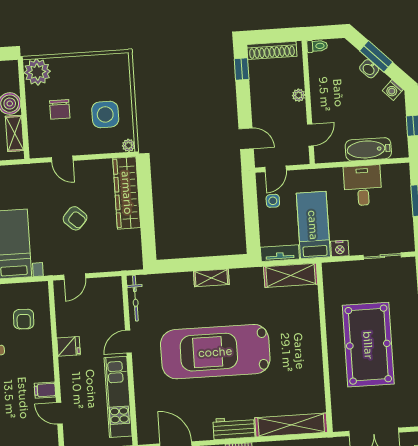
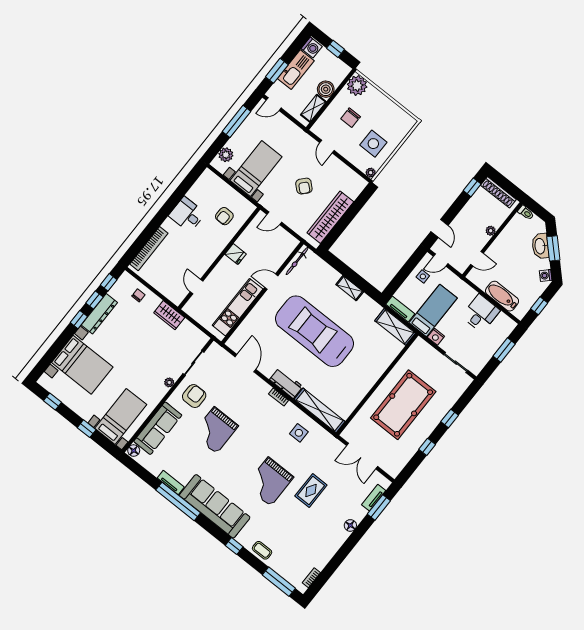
washbasin: (369, 69) -> (540, 246), width x1.91, depth x1.45
wardrobe: (127, 193) -> (330, 217), moved
filing cabinet: (45, 390) -> (200, 266), removed

